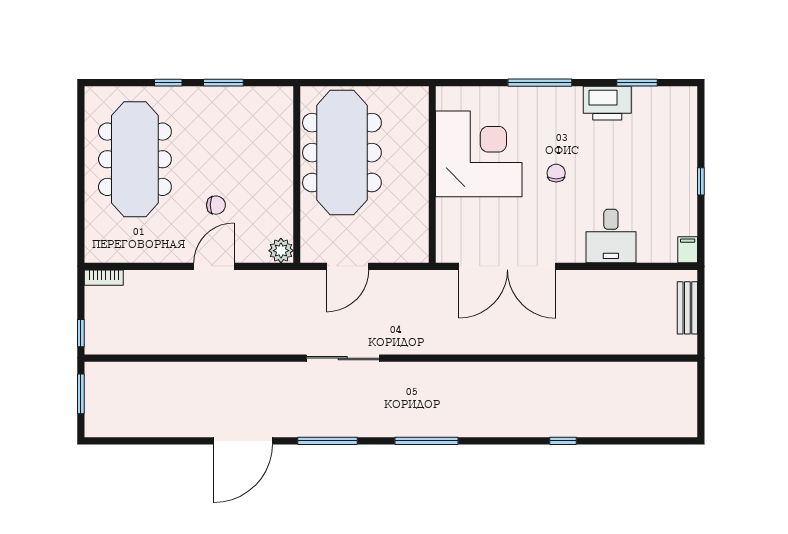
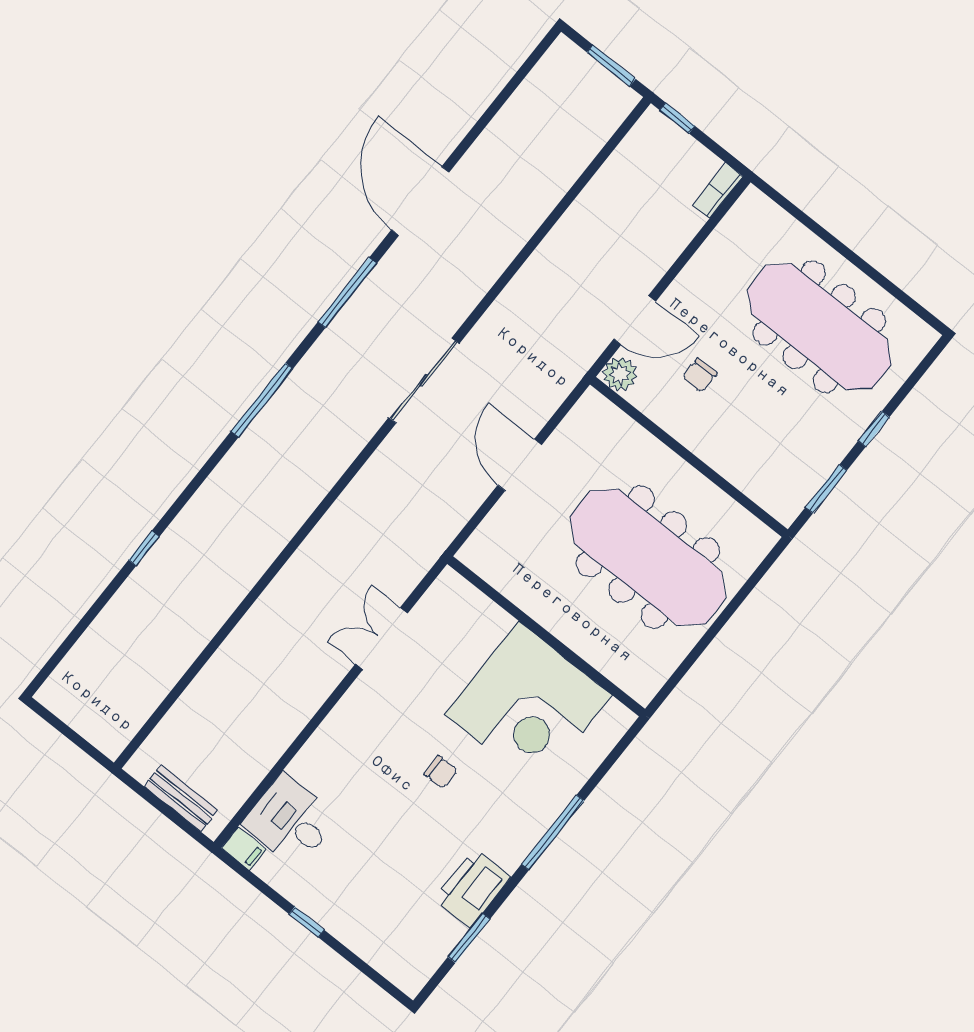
wall: (297, 174) -> (689, 457), moved
desk: (611, 236) -> (290, 821), moved
plant: (281, 251) -> (620, 374), moved
door: (214, 266) -> (635, 320), hinge flipped
double door: (507, 266) -> (381, 639), width x0.54

